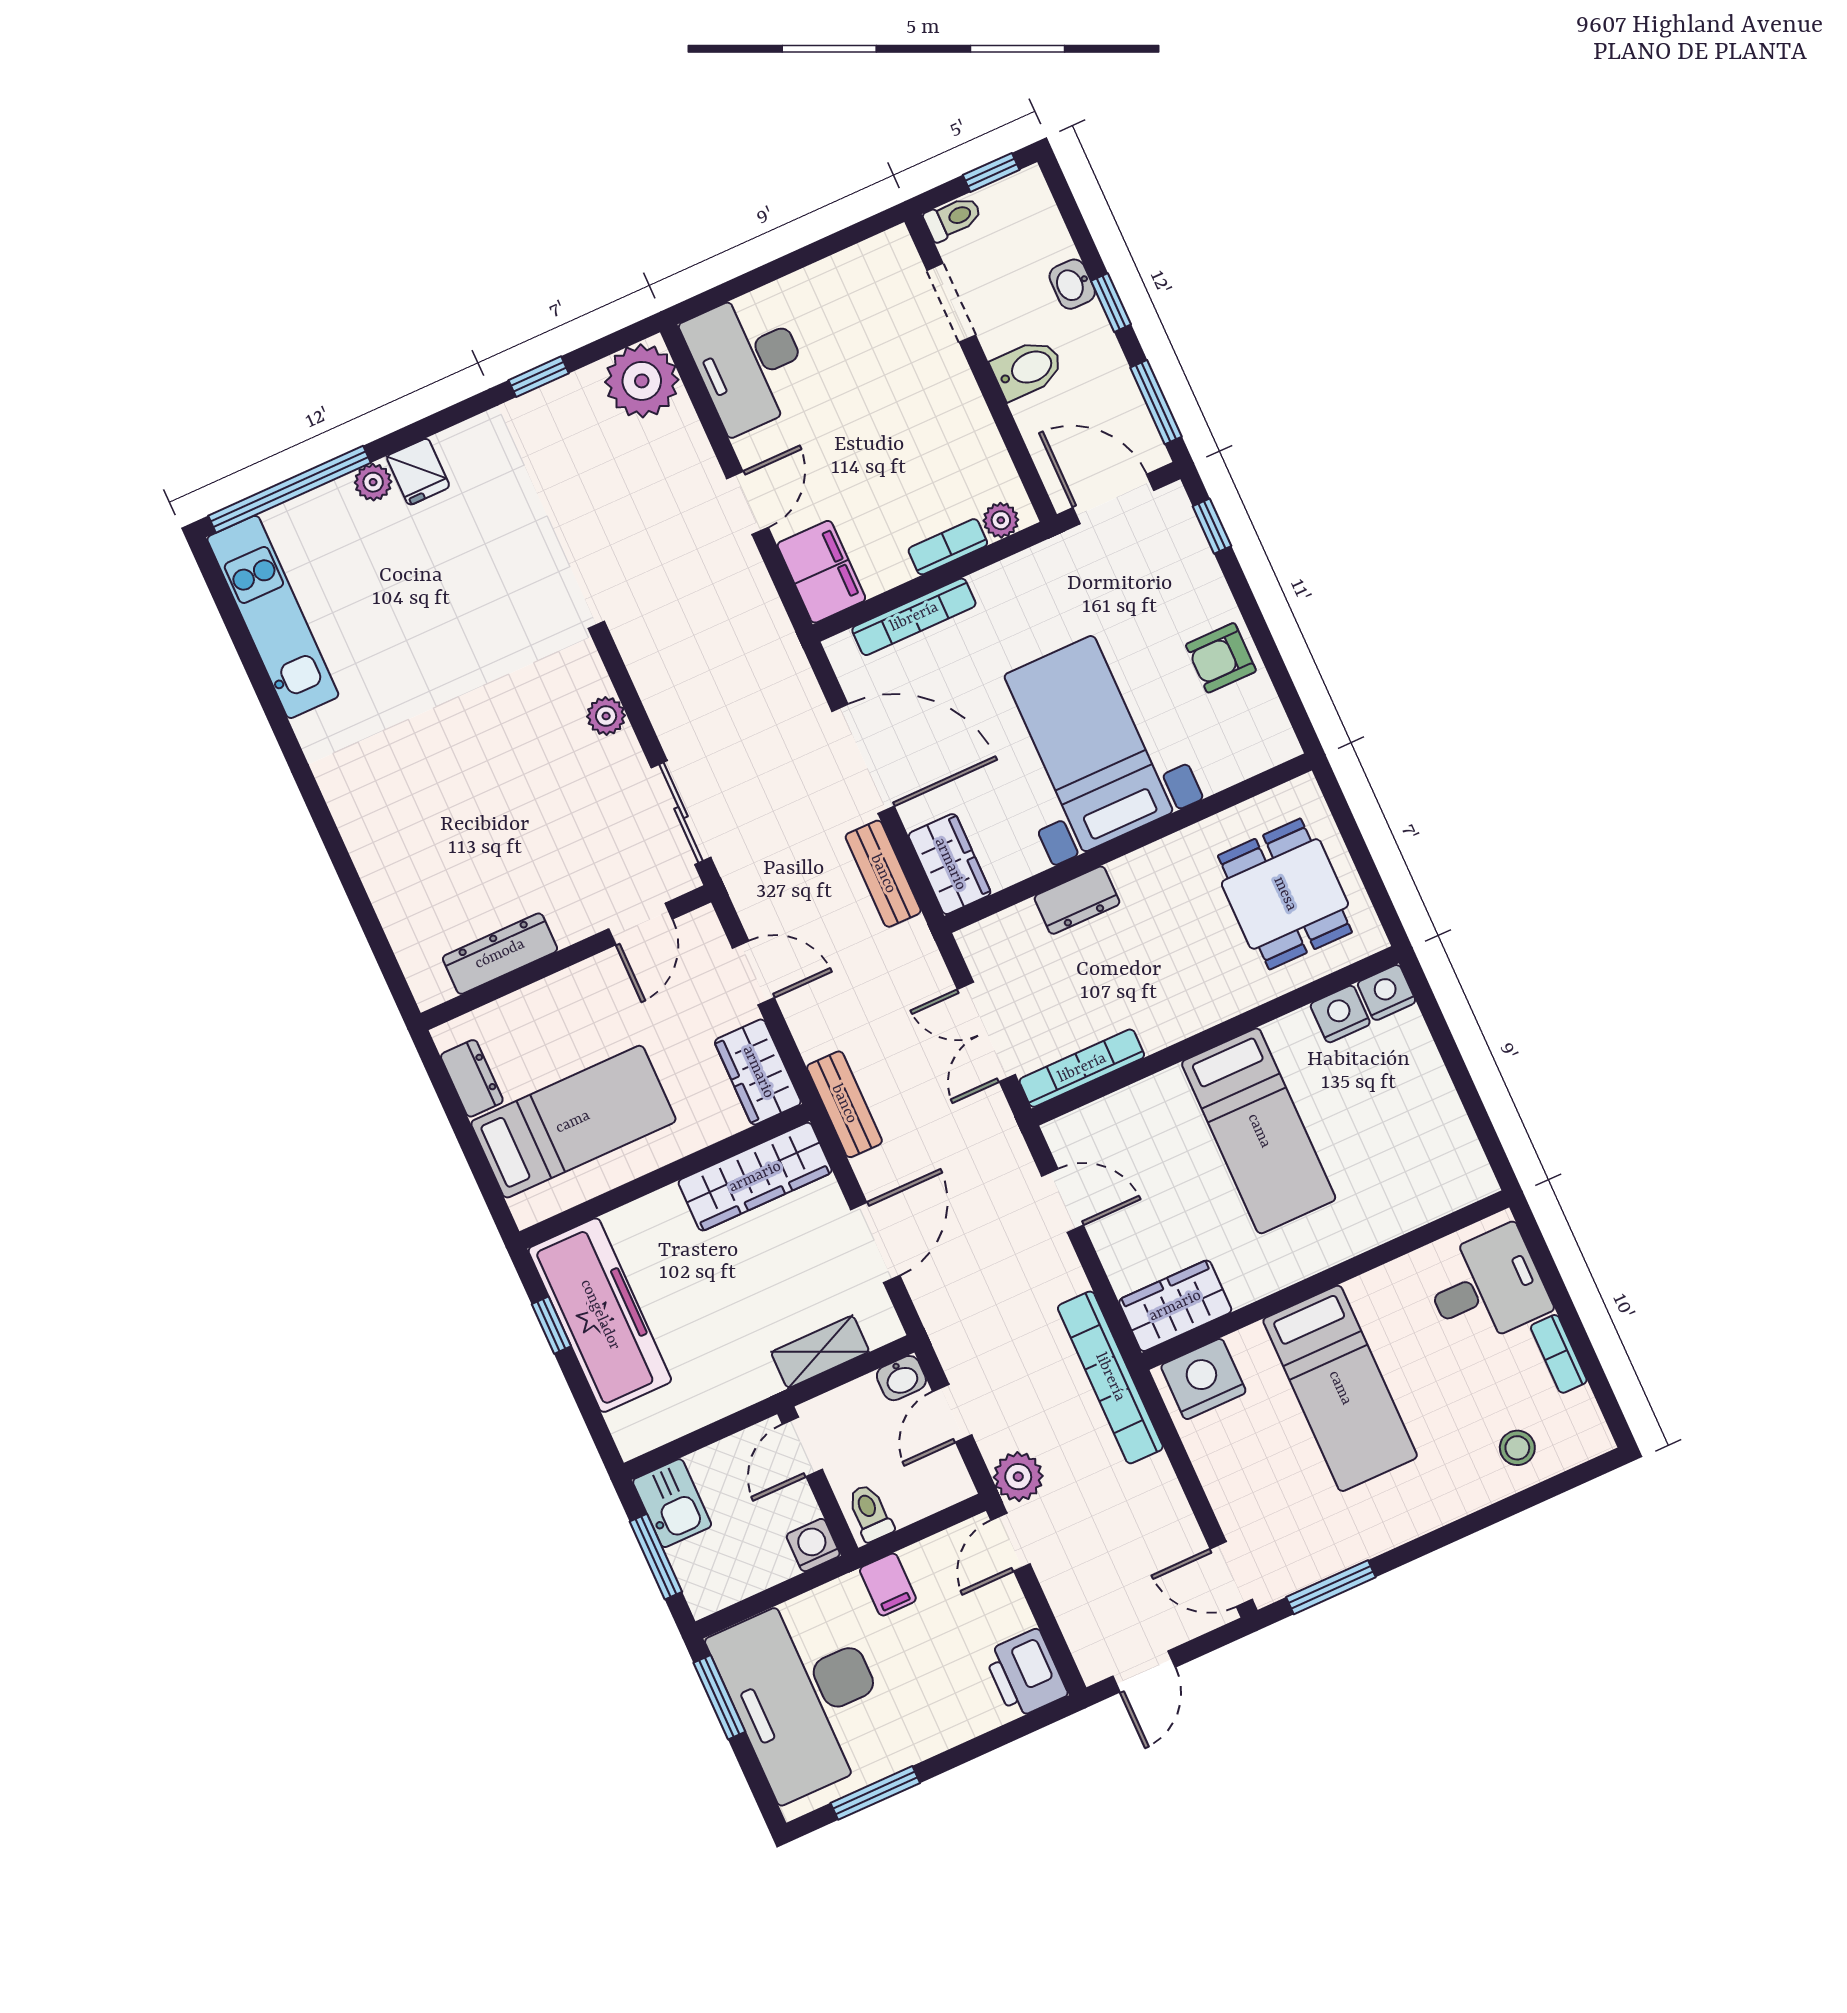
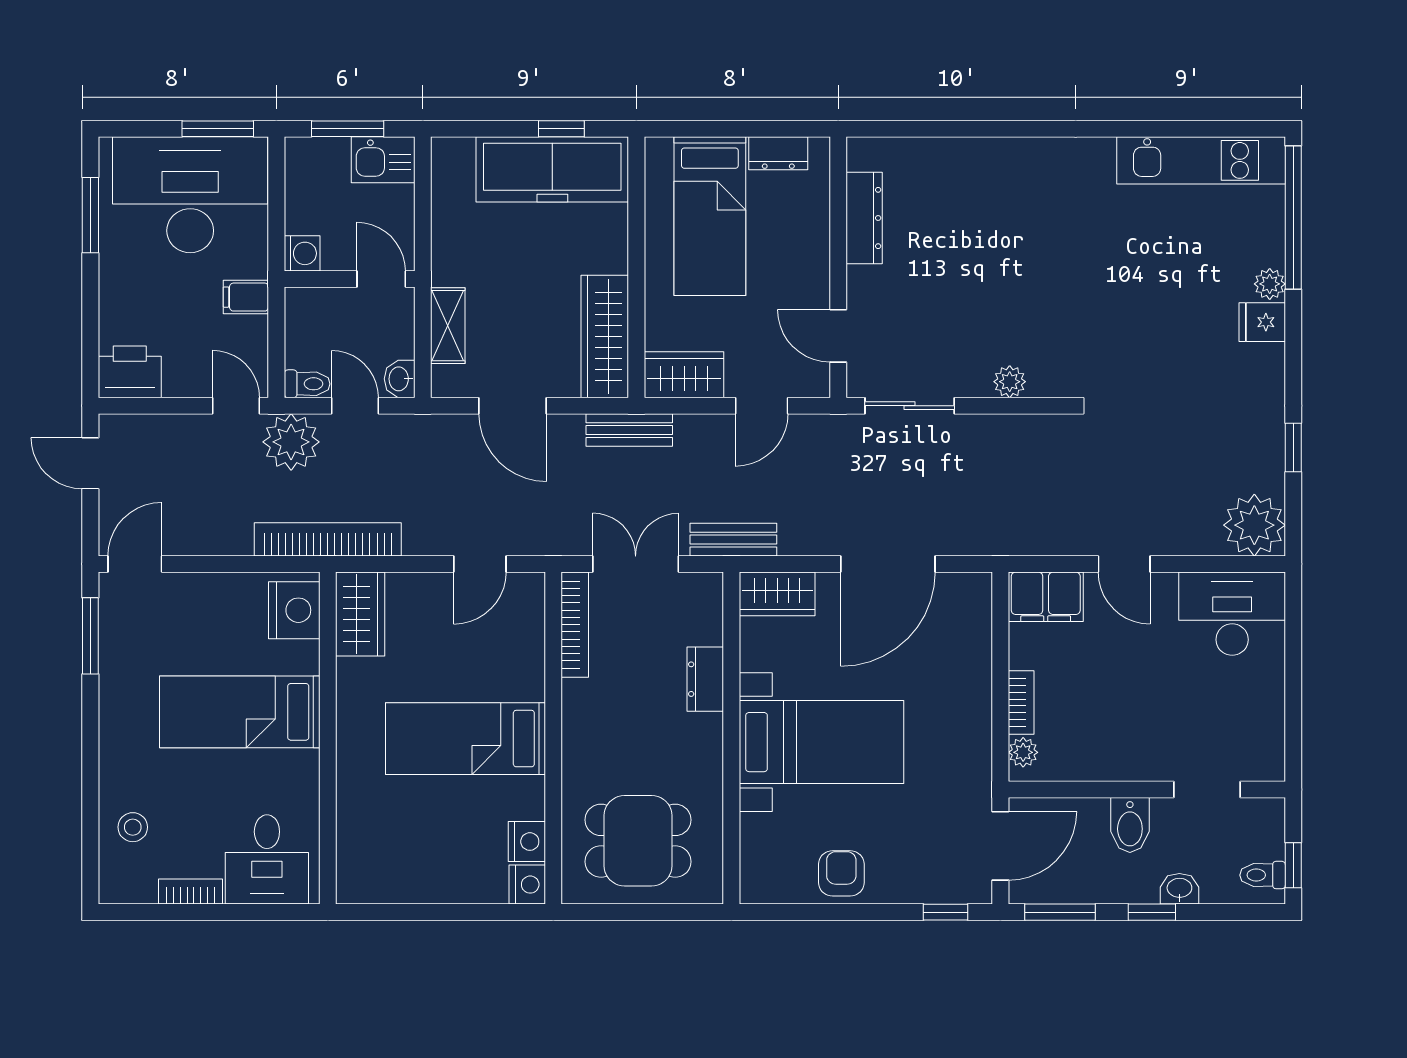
toilet: (953, 218) -> (1263, 875), moved, turned 90
bookcase: (914, 617) -> (979, 652), removed
bench: (883, 874) -> (733, 540), moved
plant: (1018, 1477) -> (291, 442), width x1.36, depth x1.36
toilet: (870, 1513) -> (307, 384), moved

